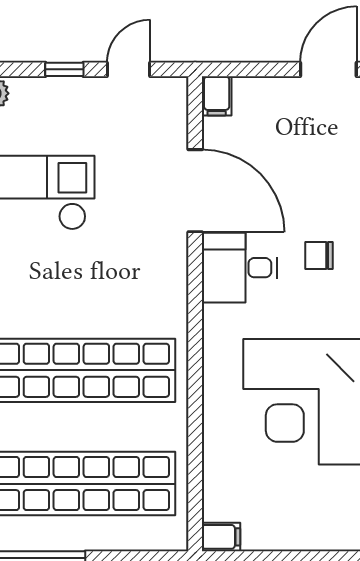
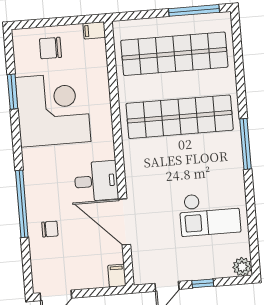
chair: (319, 256) -> (50, 229), moved
chair: (302, 512) -> (50, 48), added

